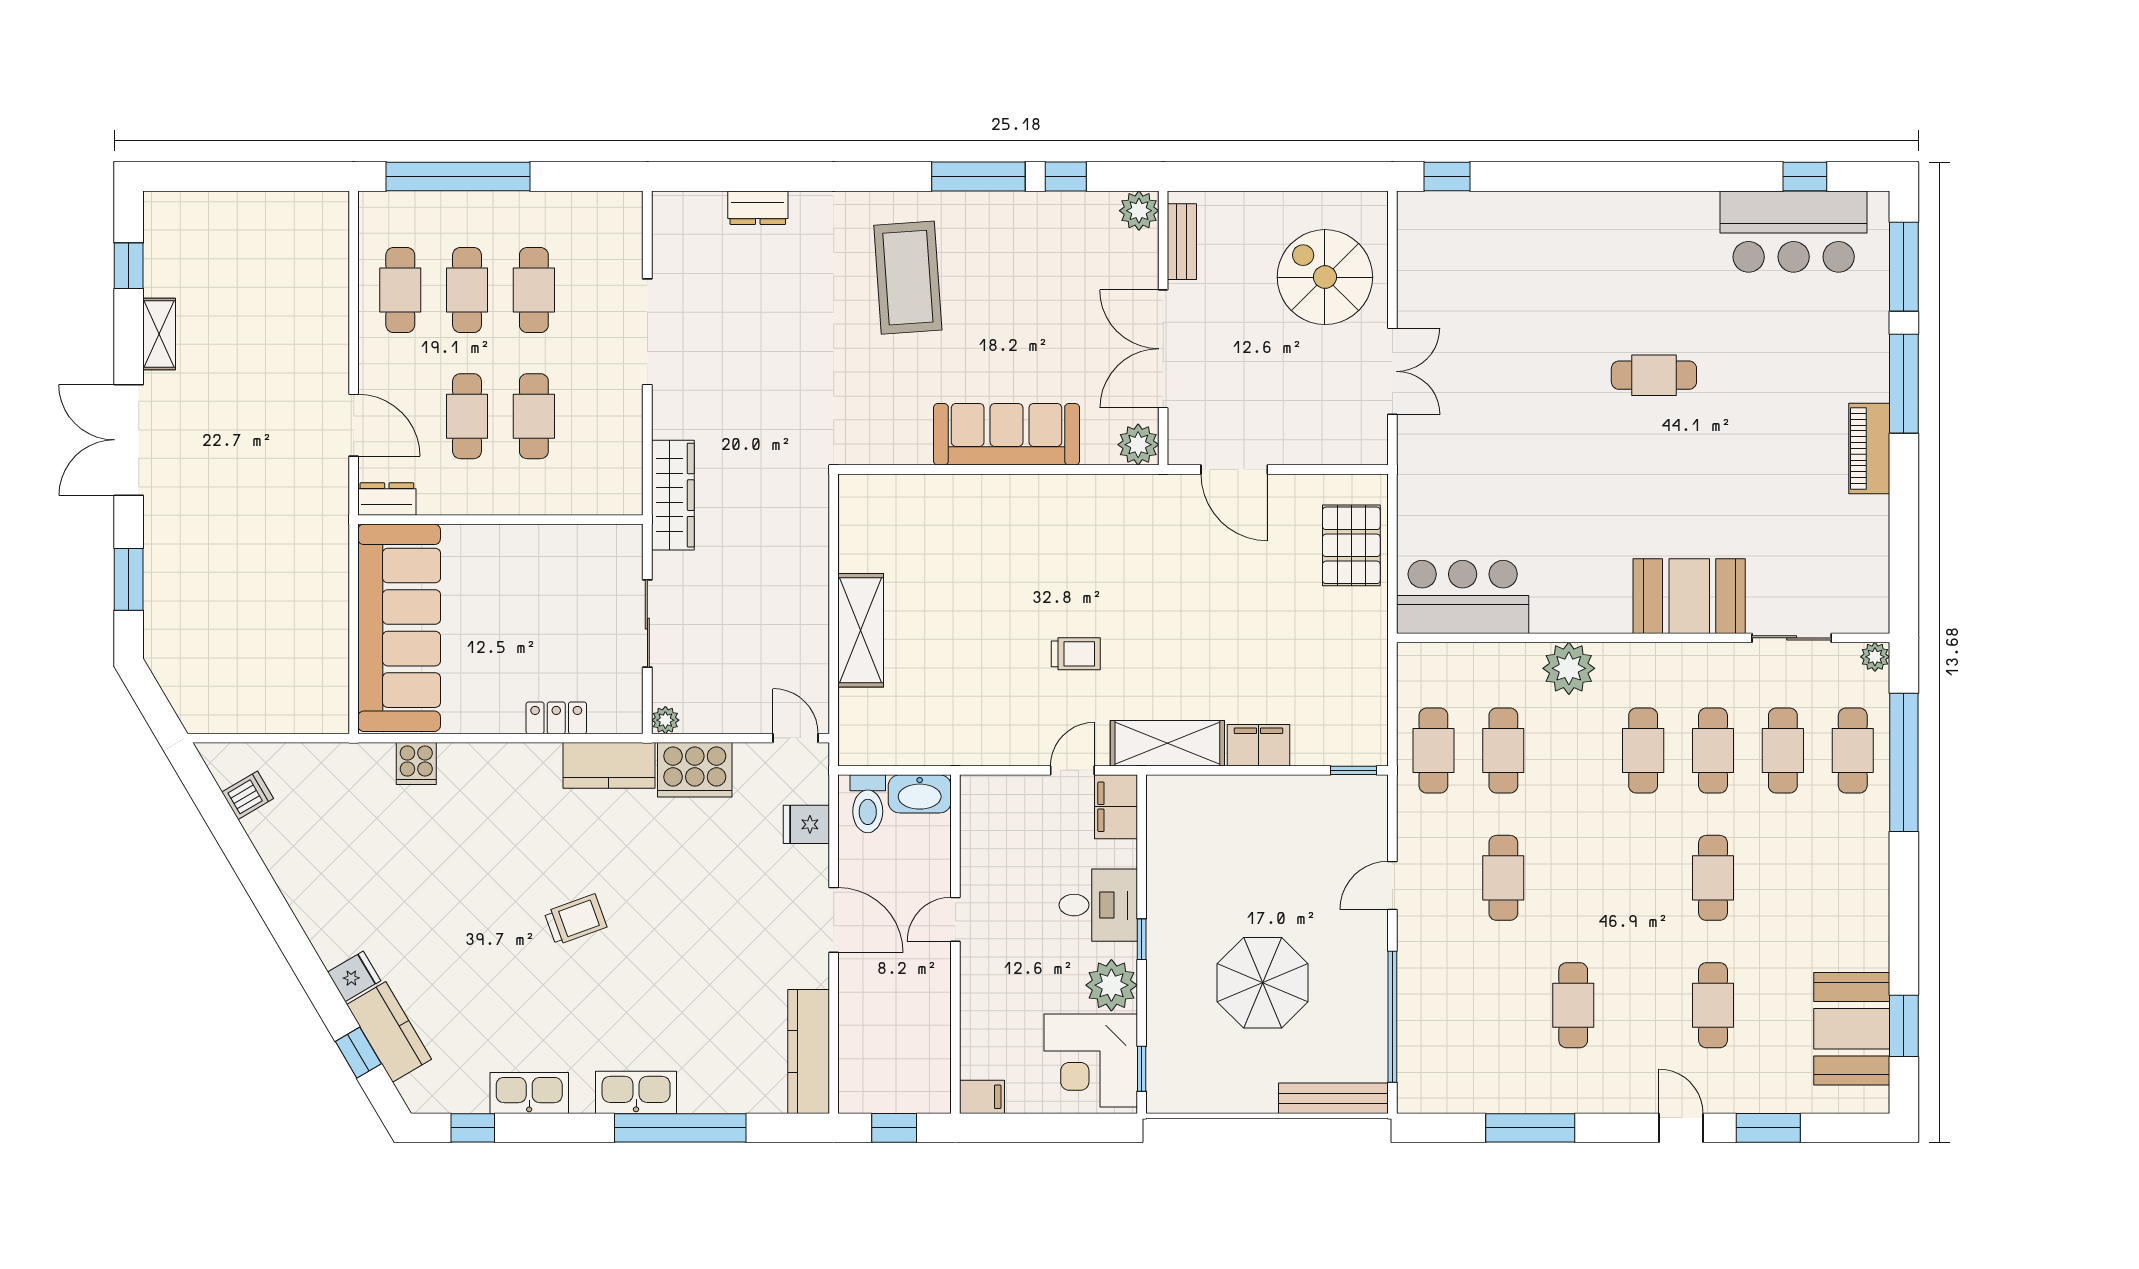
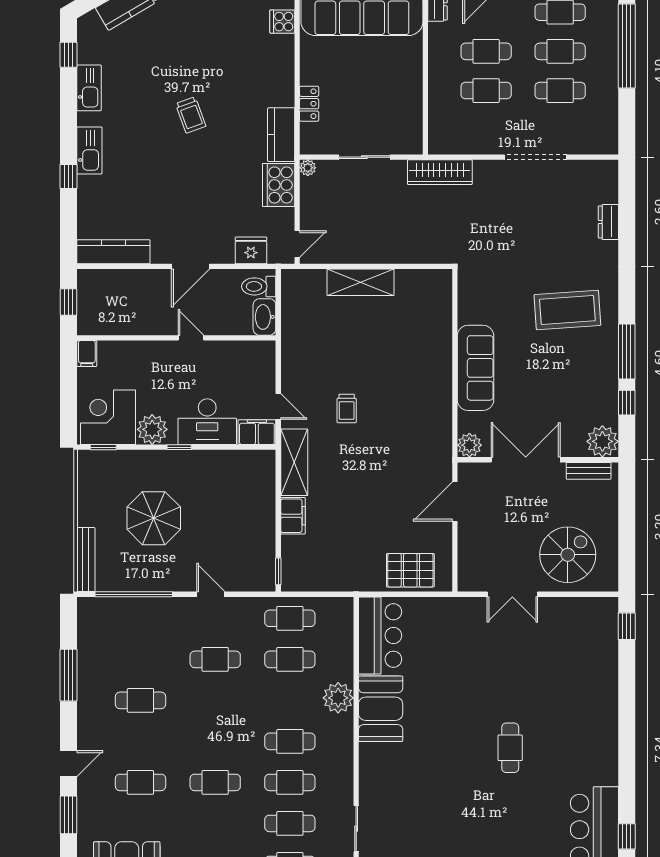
plant: (1139, 211) -> (602, 441), width x1.36, depth x1.36
booth: (1689, 596) -> (381, 709), moved
fridge: (806, 824) -> (251, 250), width x1.38
desk: (1098, 905) -> (207, 422), width x1.37
window: (680, 1128) -> (69, 177), width x0.32

